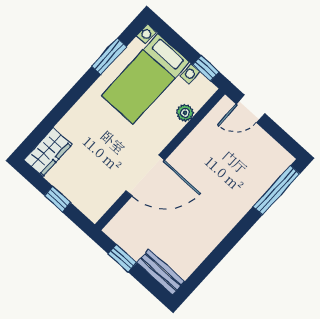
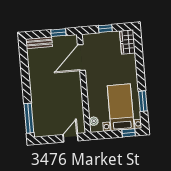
window: (206, 68) -> (129, 133), moved
plant: (185, 113) -> (94, 121), moved
door: (145, 176) -> (81, 57), moved

